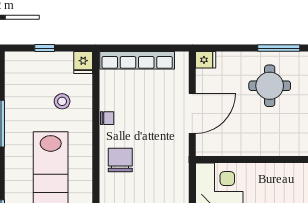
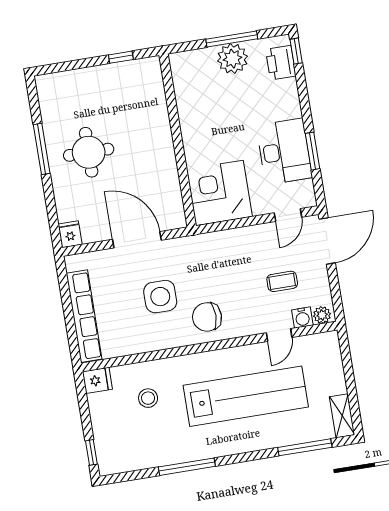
window: (45, 48) -> (91, 452), moved
chair: (107, 118) -> (159, 341), removed
side table: (143, 125) -> (160, 297), added

